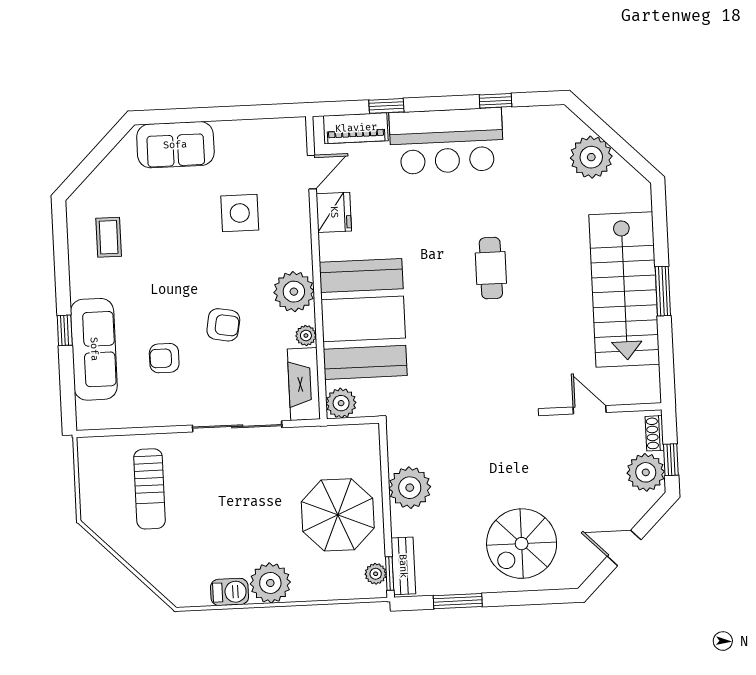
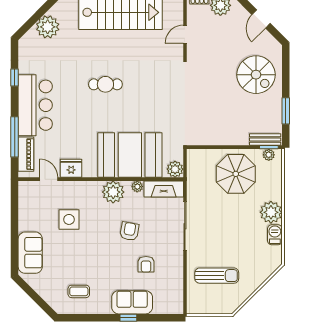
window: (386, 106) -> (15, 137), width x2.17
sofa: (94, 349) -> (132, 302), width x0.73
plant: (410, 488) -> (223, 134), removed

